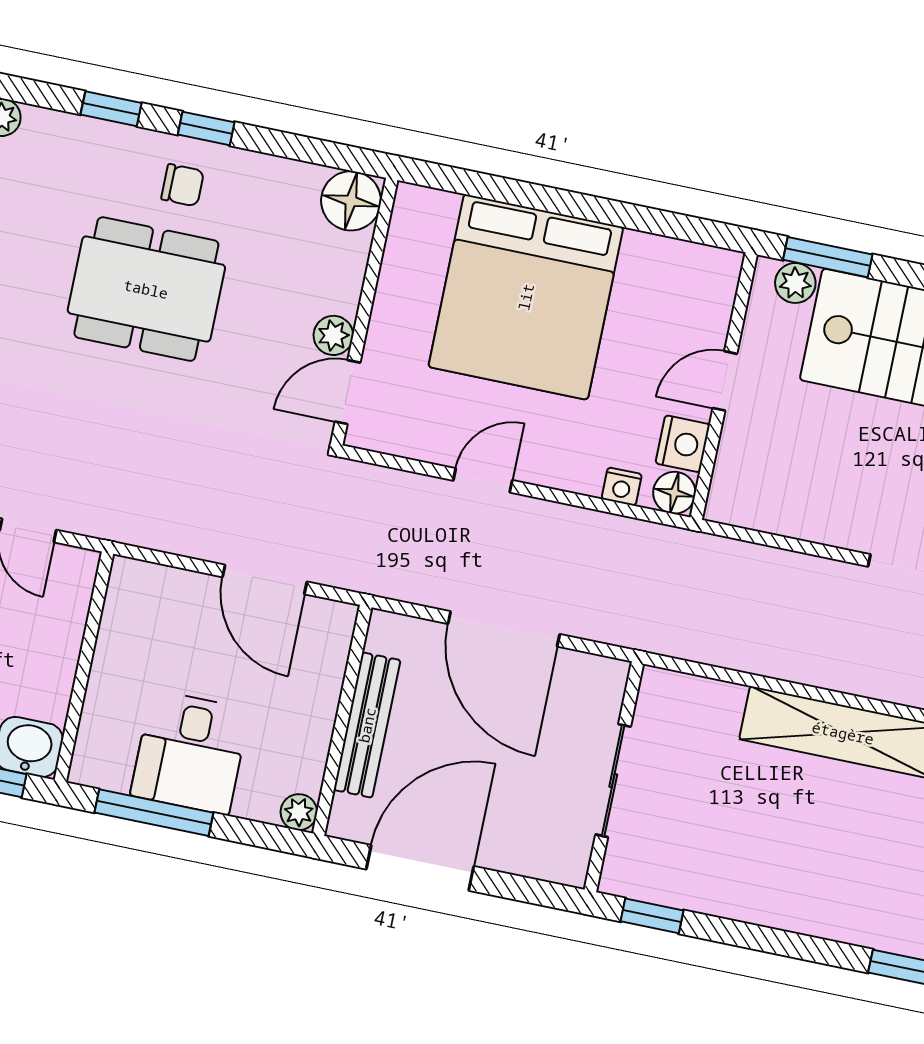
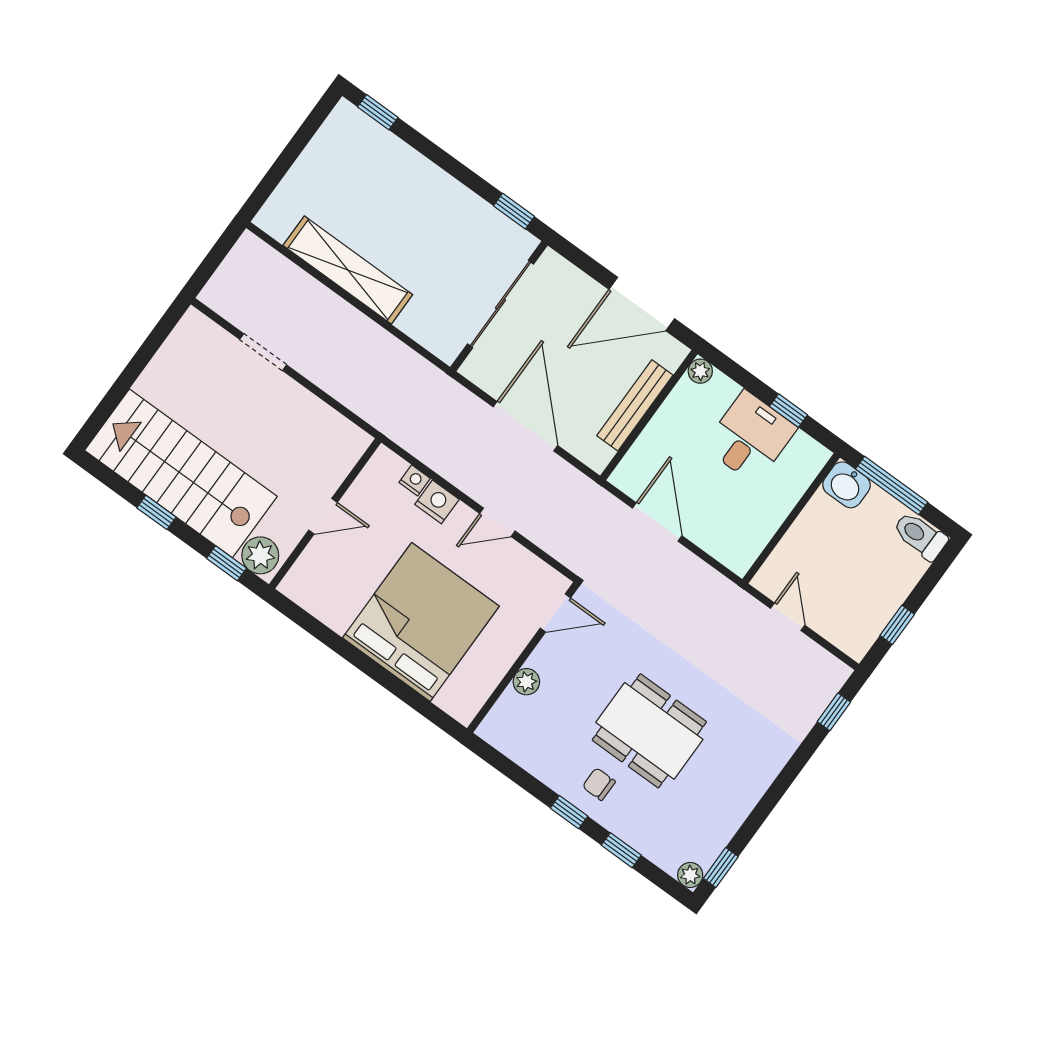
floor lamp: (351, 201) -> (501, 728), removed
window: (828, 257) -> (226, 563), width x0.67
plant: (795, 283) -> (260, 555), width x1.38, depth x1.38
plant: (333, 335) -> (526, 682), moved
nightstand: (683, 444) -> (437, 502), moved, turned 90
floor lamp: (674, 493) -> (384, 462), removed
sliding door: (613, 781) -> (501, 304), width x1.37
window: (154, 813) -> (788, 411), width x0.46

